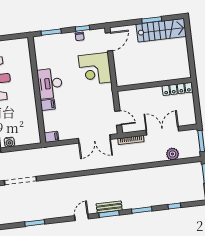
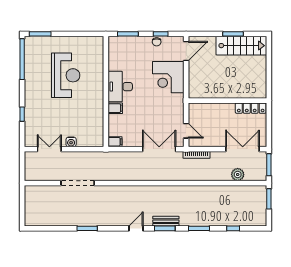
double door: (162, 131) -> (243, 149), moved
double door: (94, 139) -> (159, 149), swing flipped

